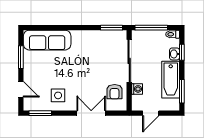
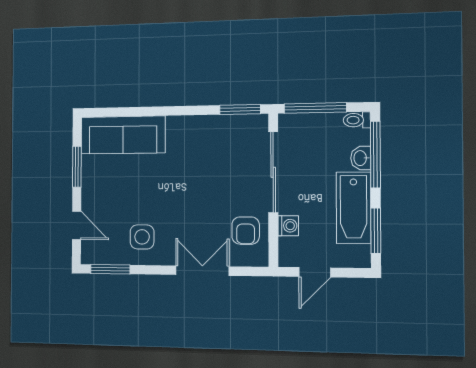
window: (182, 52) -> (375, 155), width x2.17

